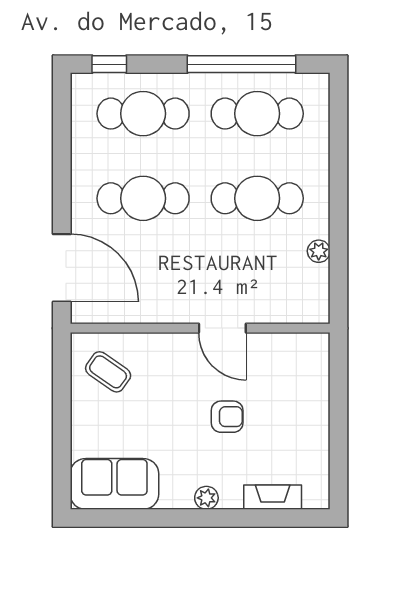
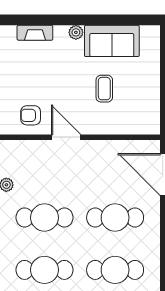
coffee table: (108, 372) -> (104, 89), moved, turned 55
armchair: (227, 417) -> (31, 115), moved
sofa: (114, 484) -> (112, 41), moved

